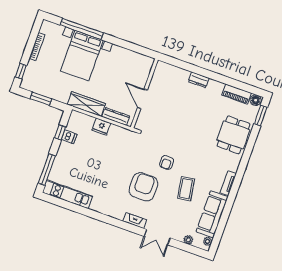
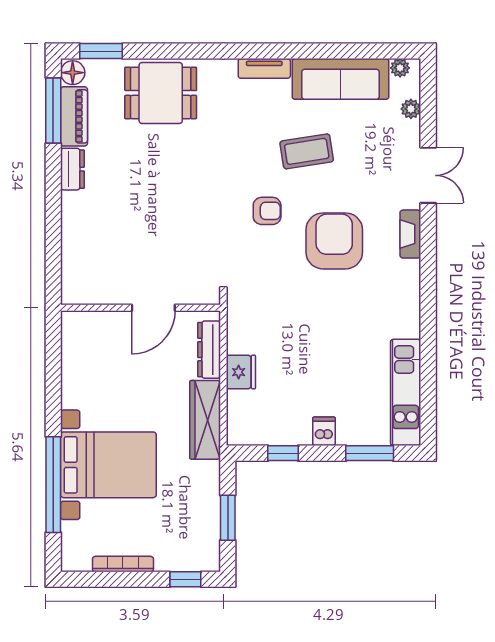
dresser: (199, 80) -> (72, 169), moved
window: (242, 86) -> (53, 110), added
dishwasher: (69, 137) -> (324, 431), moved
window: (47, 170) -> (370, 453), width x0.69
armchair: (143, 187) -> (334, 241), turned 90

